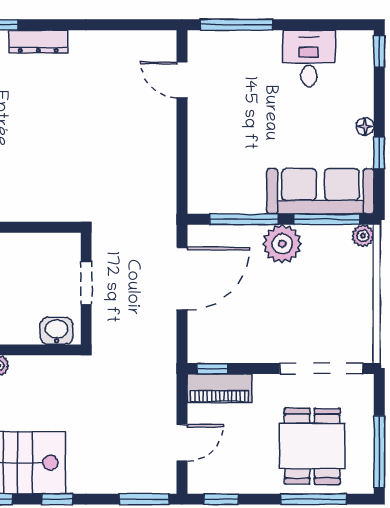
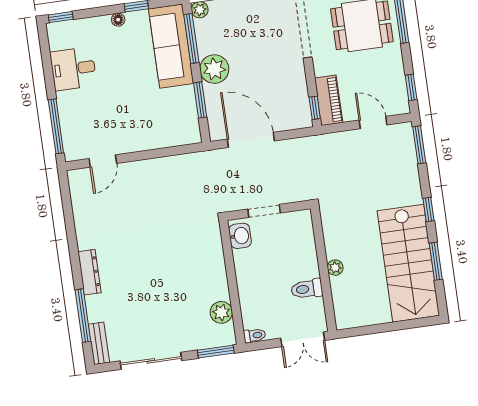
window: (244, 219) -> (200, 100), width x0.69
washbasin: (57, 331) -> (240, 236), moved, turned 180

